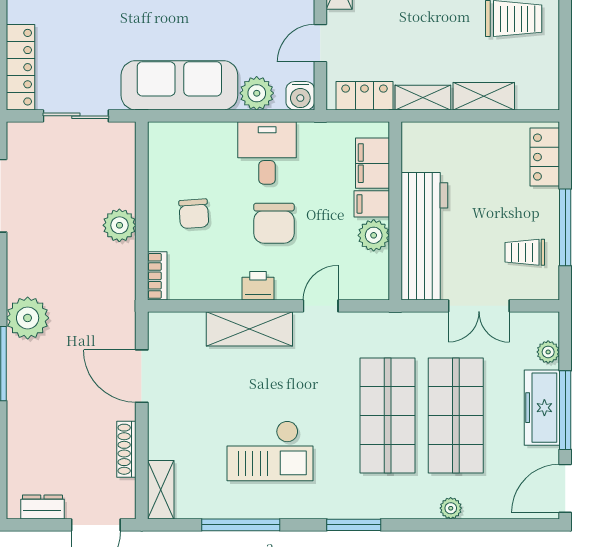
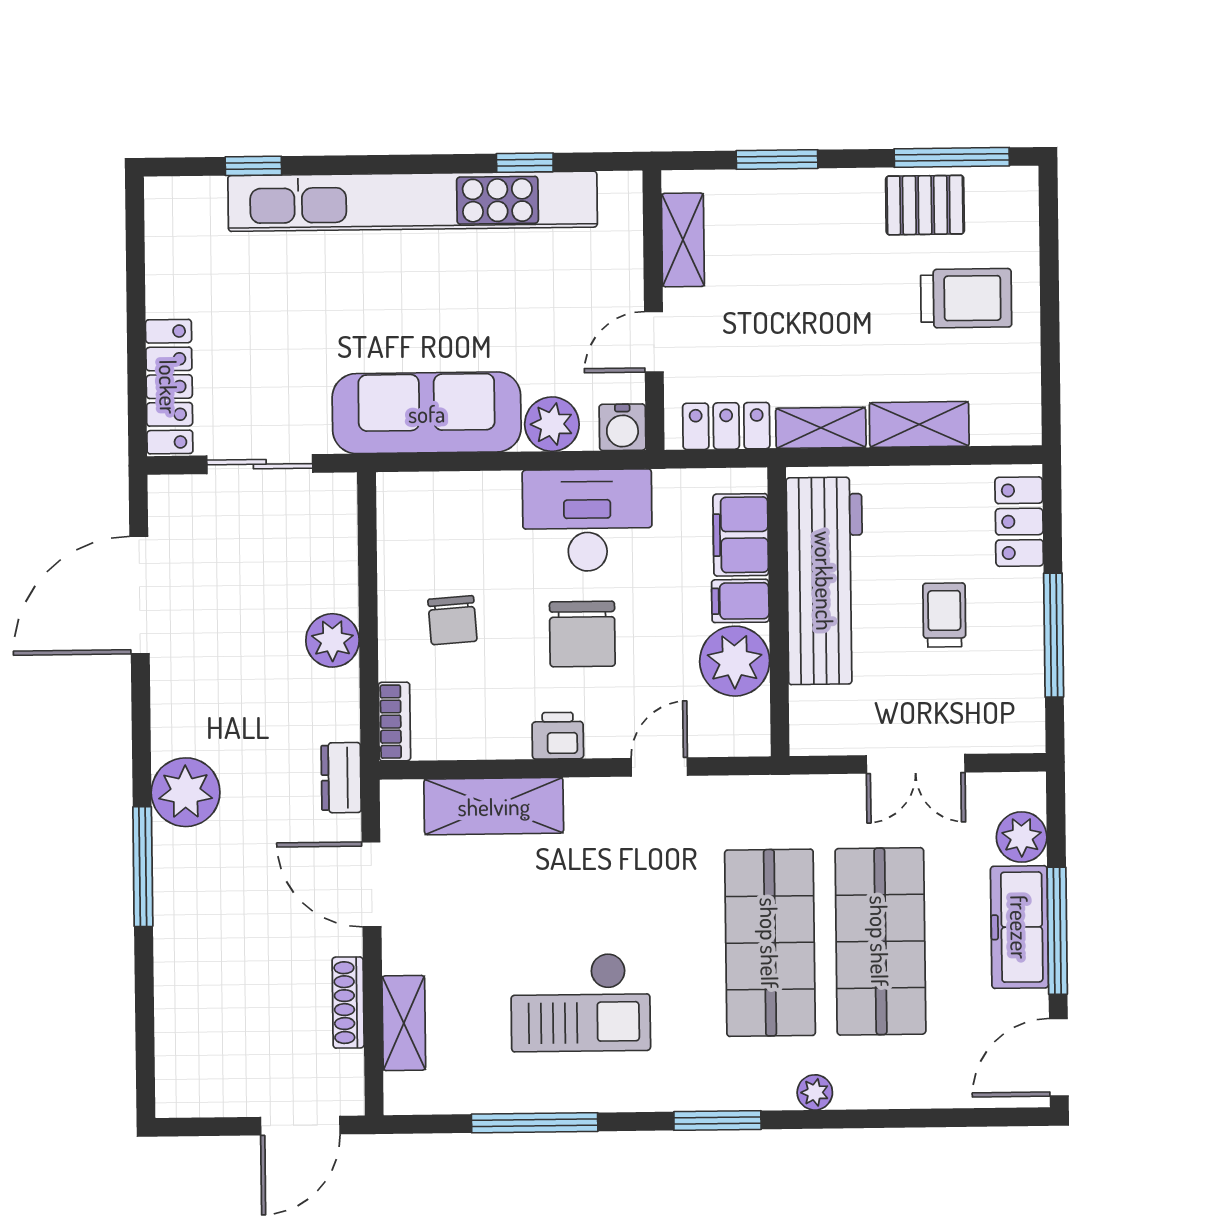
desk: (267, 153) -> (587, 520), width x1.37
plant: (374, 235) -> (735, 661), width x1.36, depth x1.36
workbench: (424, 236) -> (825, 581), moved
trolley: (525, 252) -> (944, 615), moved, turned 90
shelving: (249, 329) -> (494, 806), moved
plant: (548, 352) -> (1022, 837), width x1.38, depth x1.38
shelving: (161, 490) -> (404, 1023), moved
dresser: (42, 507) -> (341, 778), moved, turned -90
plant: (451, 508) -> (815, 1092), moved

